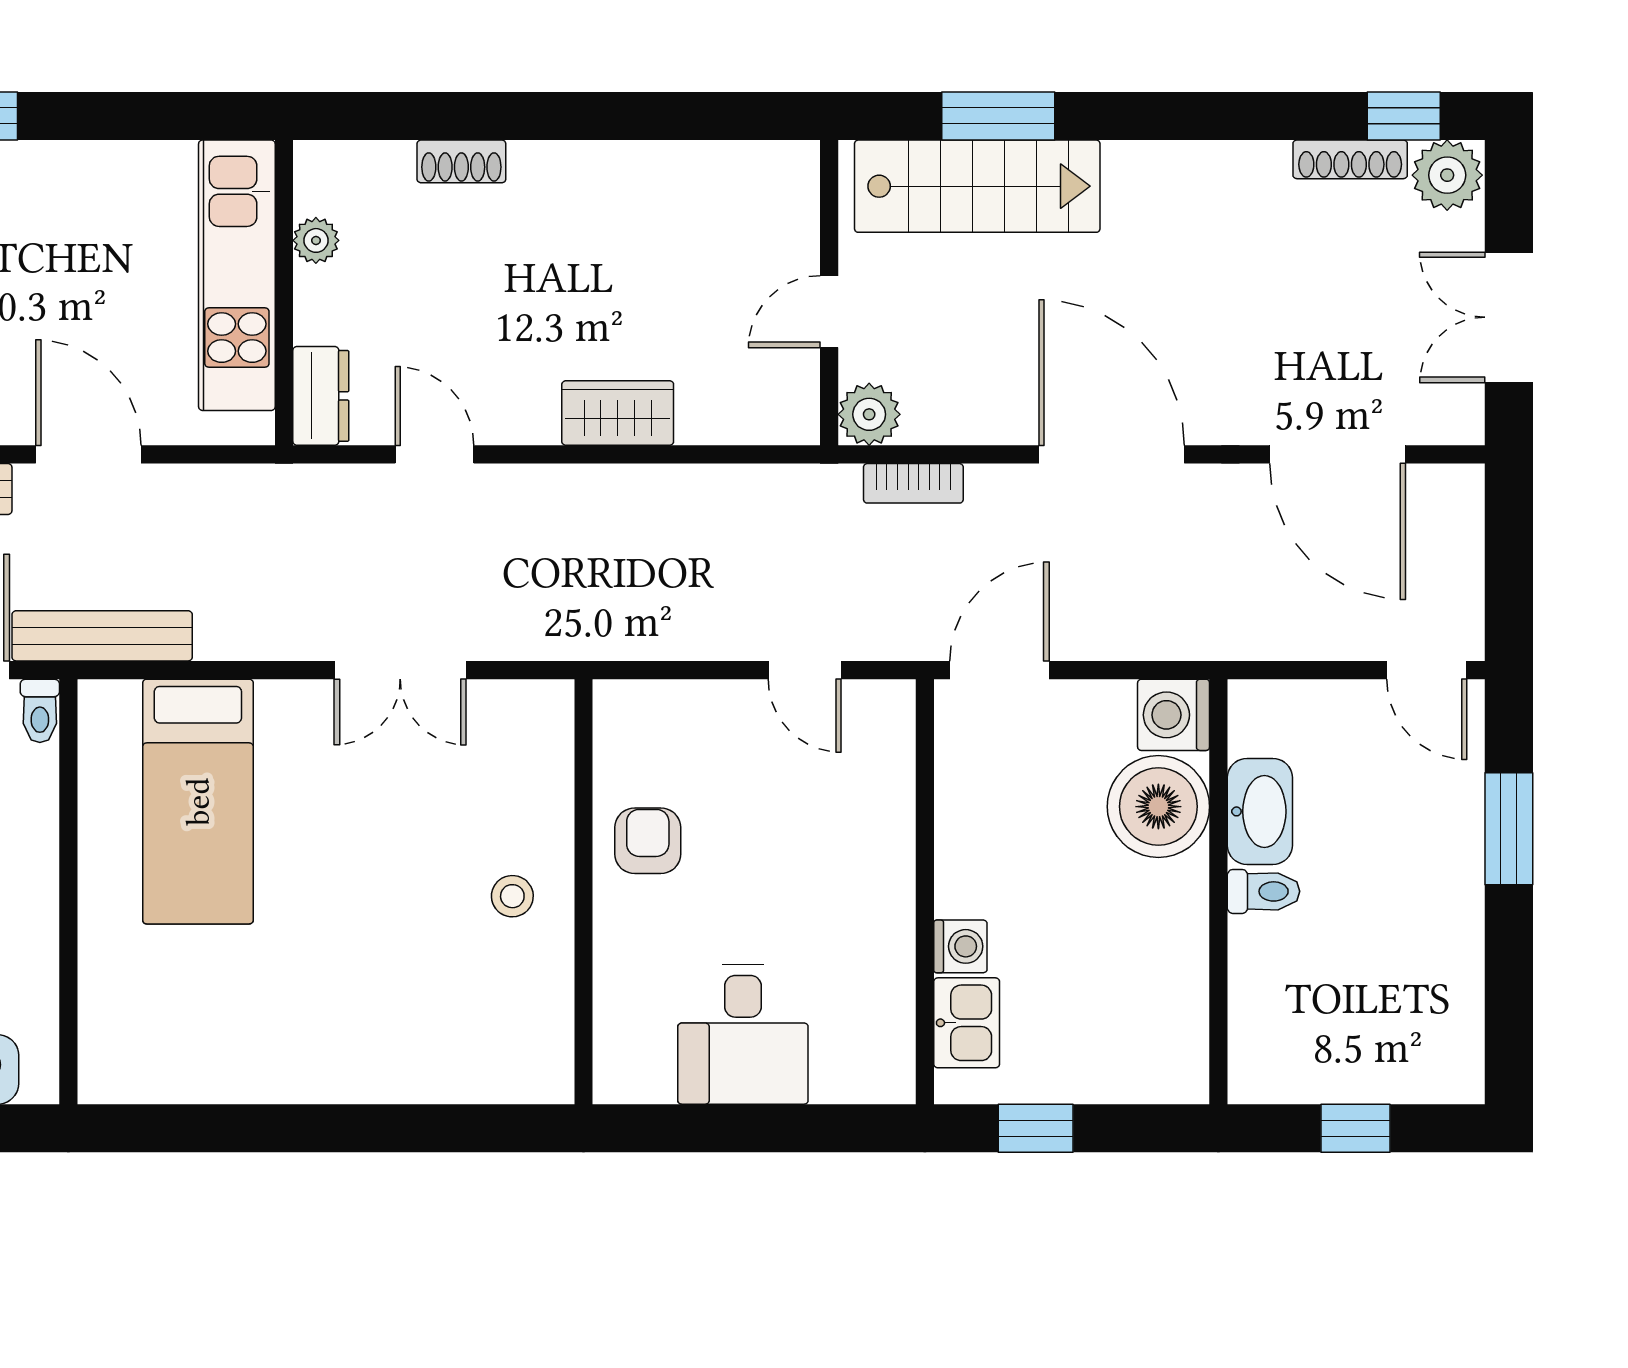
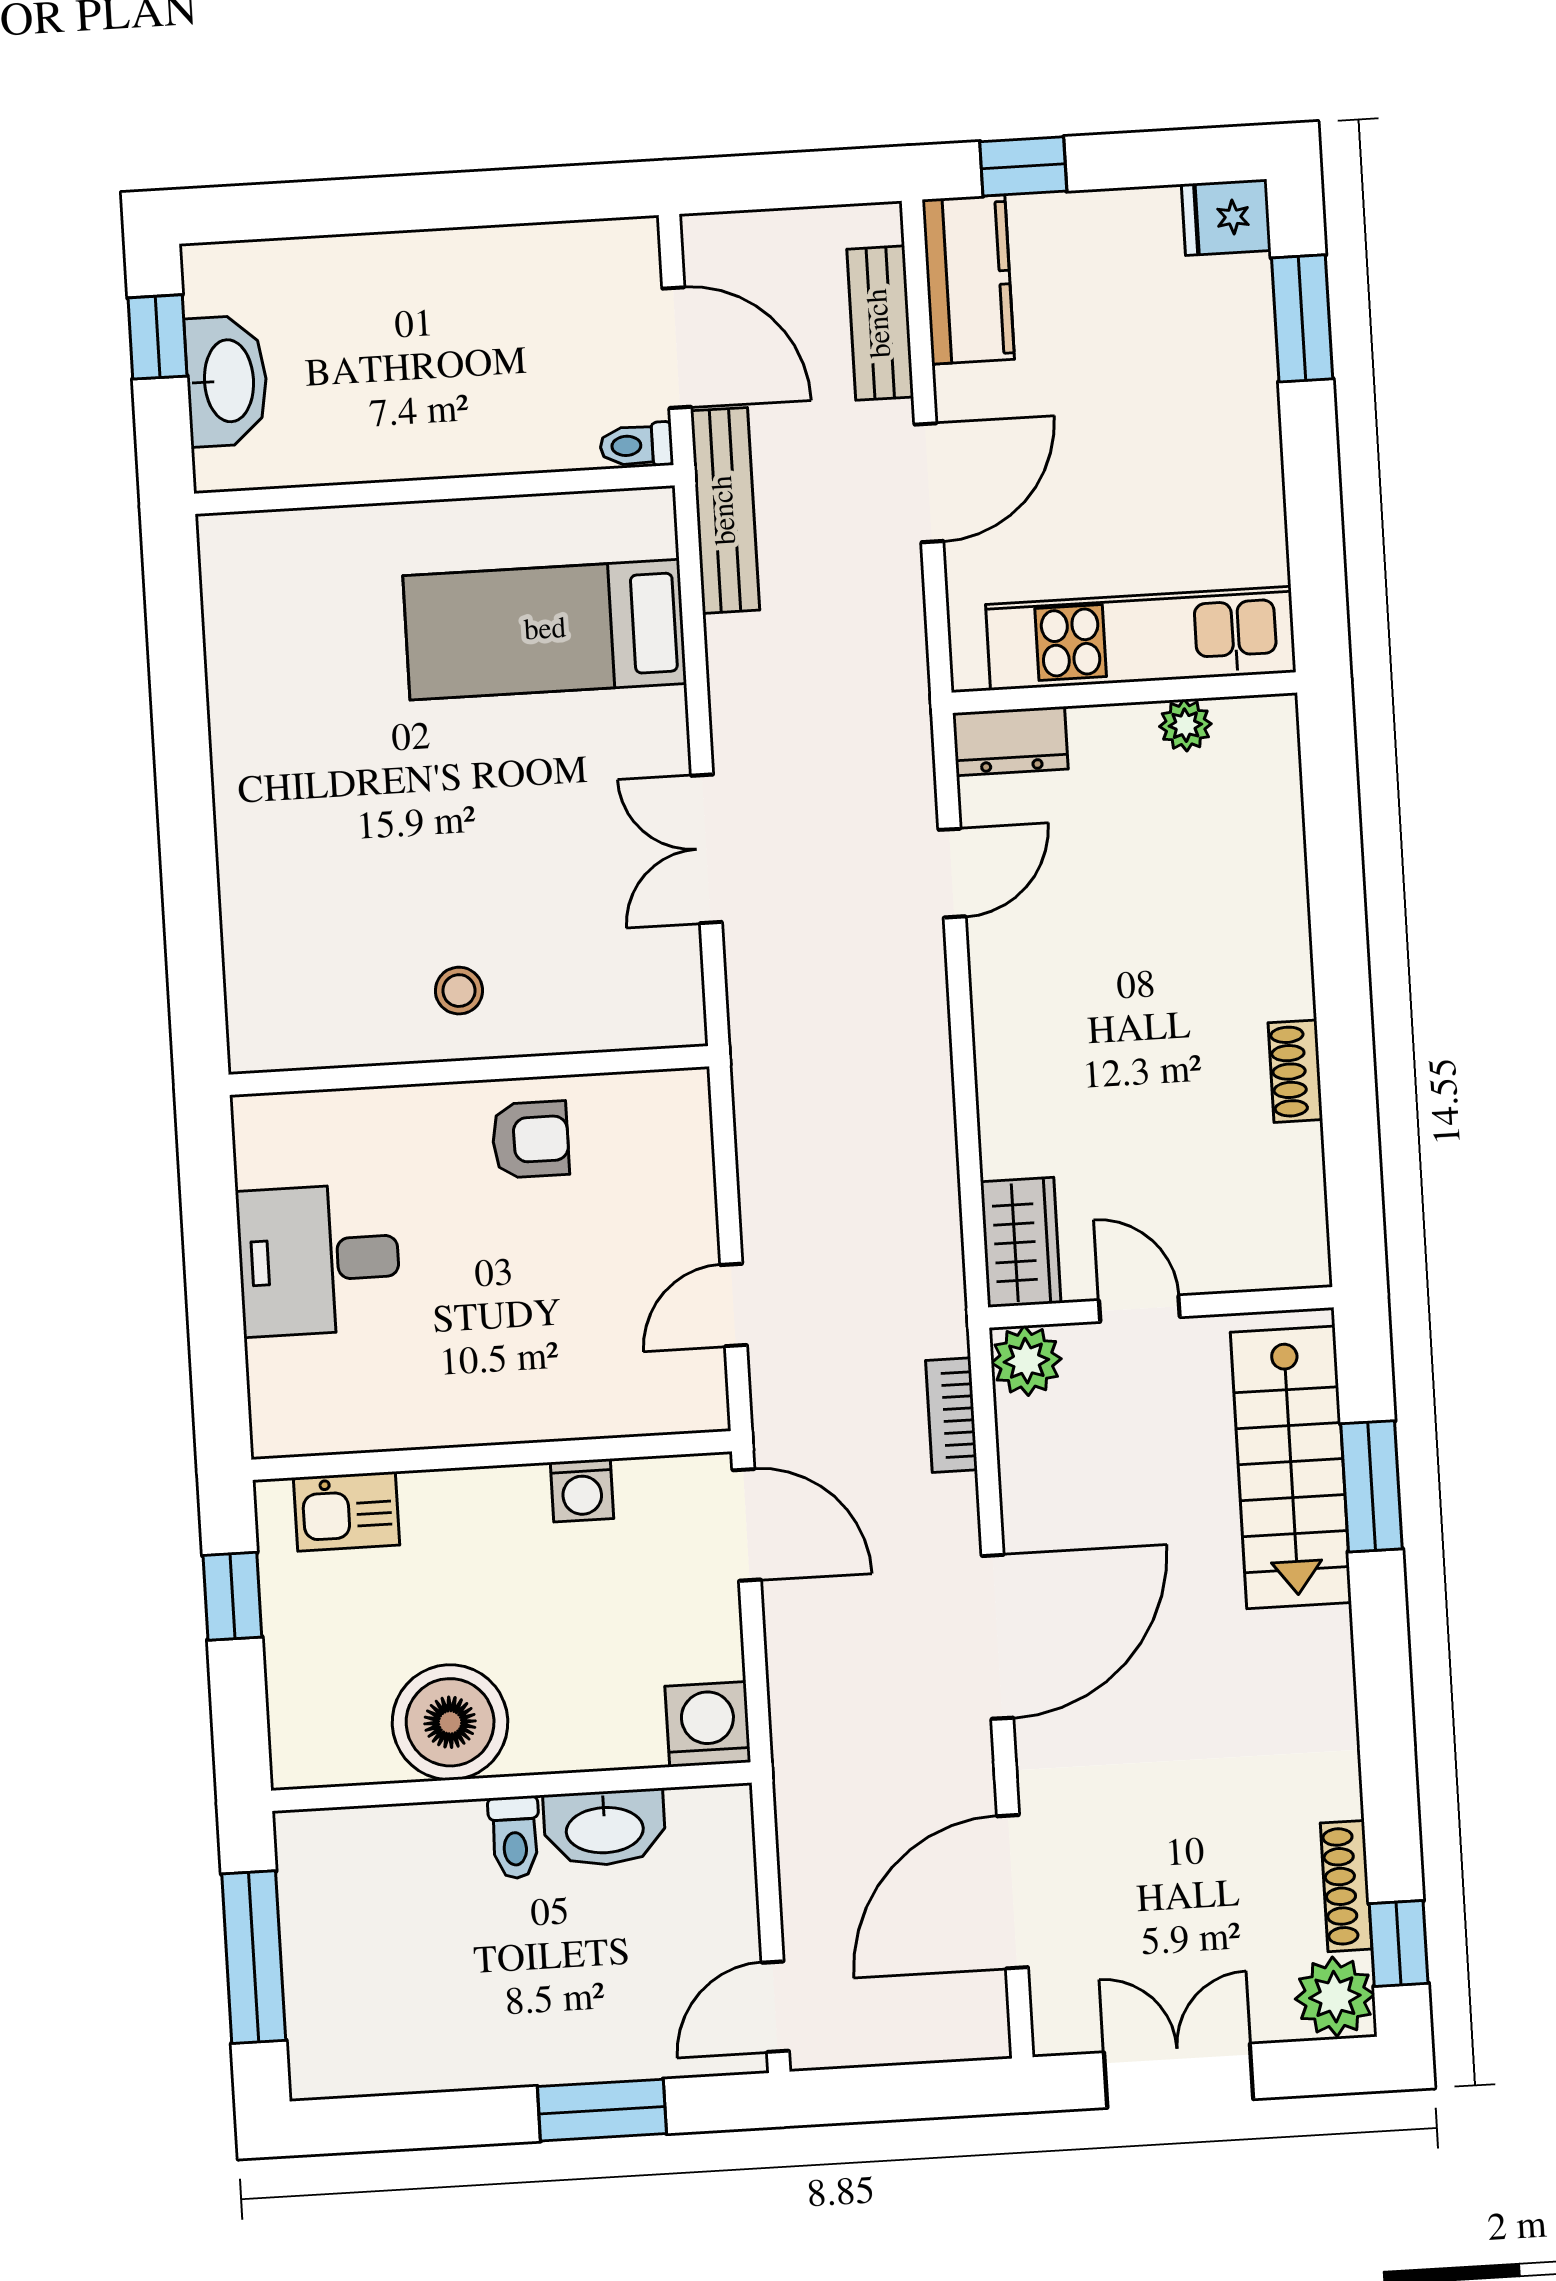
shoe rack: (461, 161) -> (1295, 1071), moved
wardrobe: (618, 413) -> (1021, 1242), moved
boiler: (1158, 807) -> (450, 1722), moved
washing machine: (960, 946) -> (582, 1490), moved
window: (1356, 1128) -> (254, 1957), width x2.17

